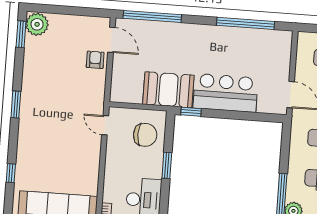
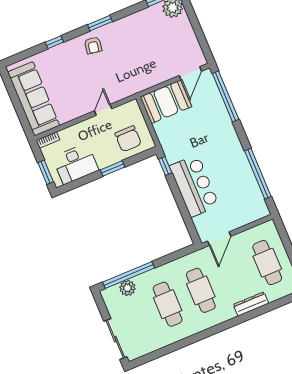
armchair: (95, 60) -> (93, 45), moved, turned 99
booth: (168, 90) -> (166, 102), moved, turned 90
door: (105, 125) -> (103, 110), moved
window: (11, 173) -> (54, 42), moved

